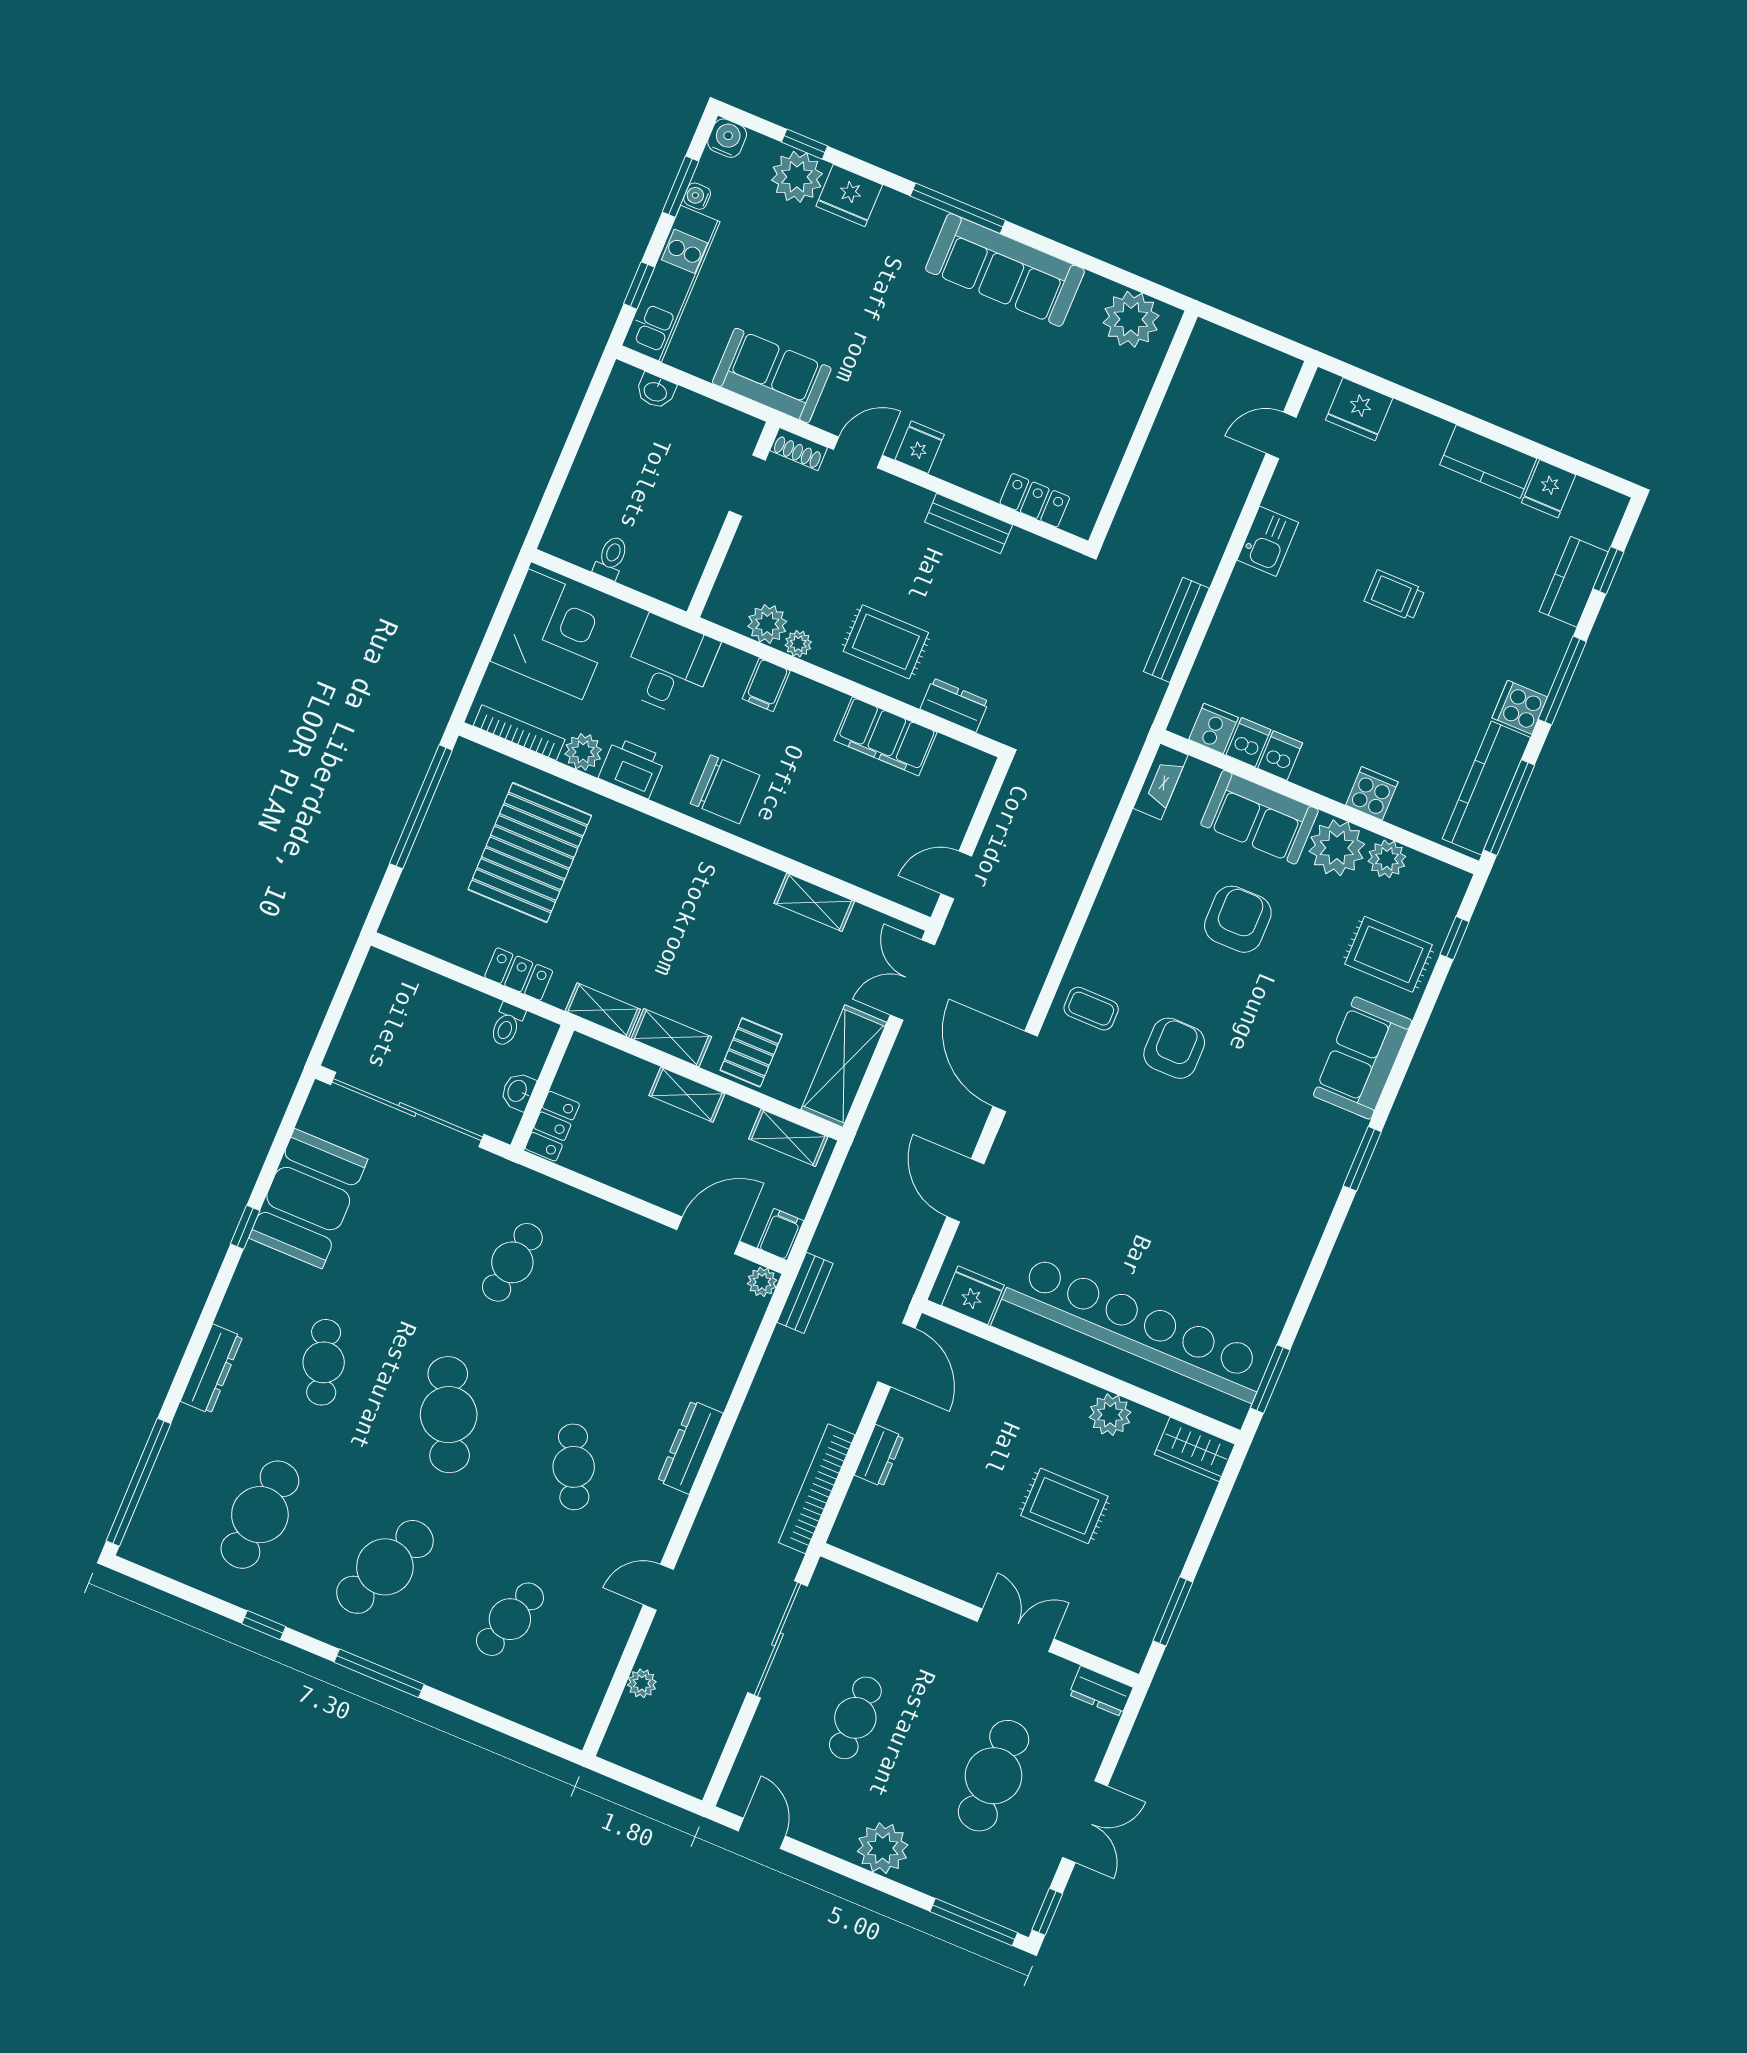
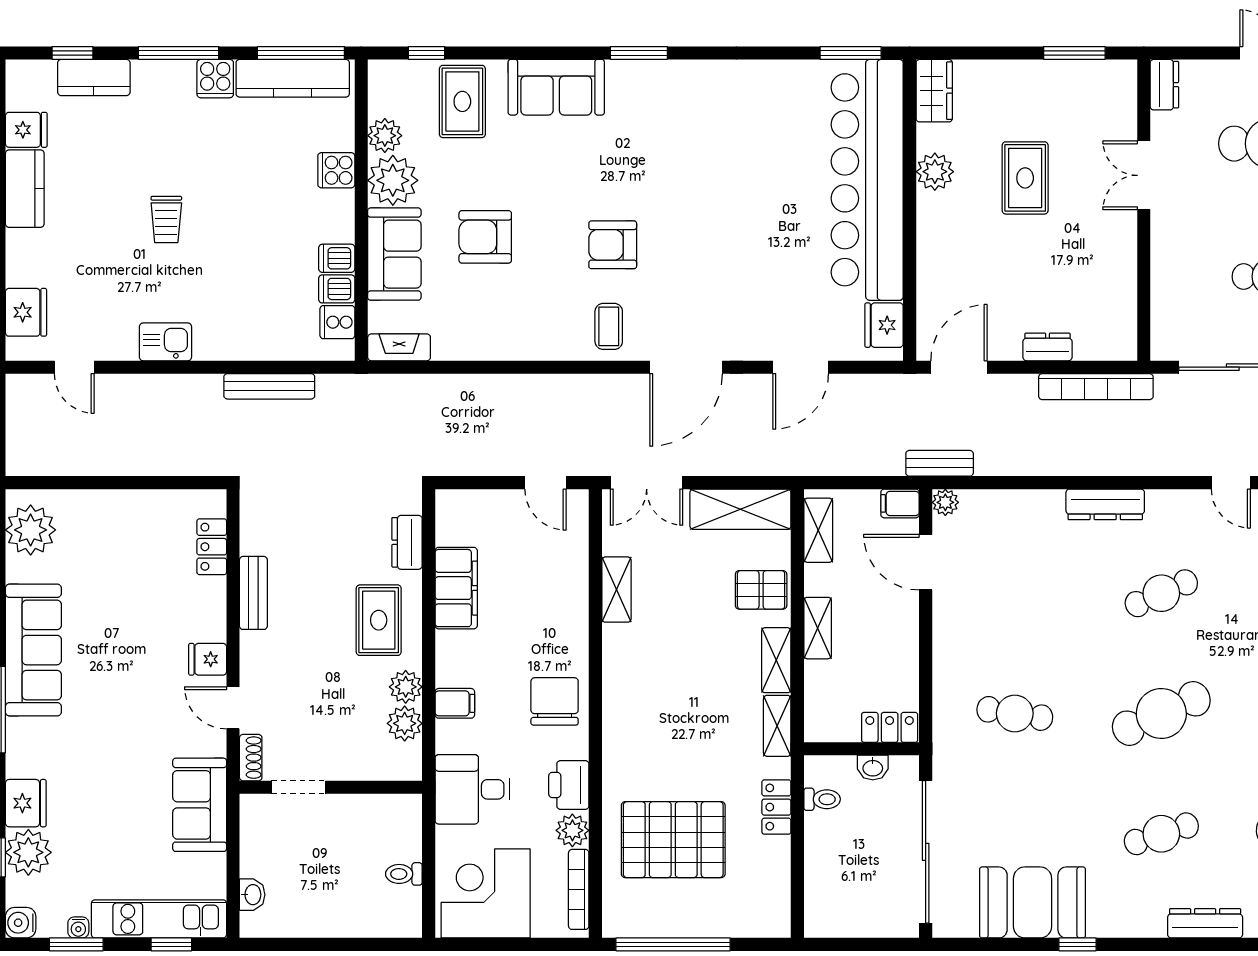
plant: (798, 644) -> (406, 687), width x1.38, depth x1.38

